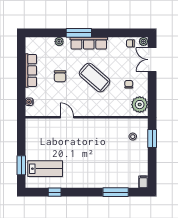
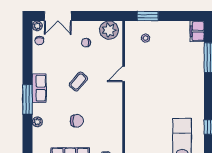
row of seats: (89, 43) -> (39, 88), width x0.68
coffee table: (95, 78) -> (78, 82), width x0.54, depth x0.58
door: (67, 117) -> (124, 74), moved
filing cabinet: (143, 182) -> (197, 31), width x2.00

